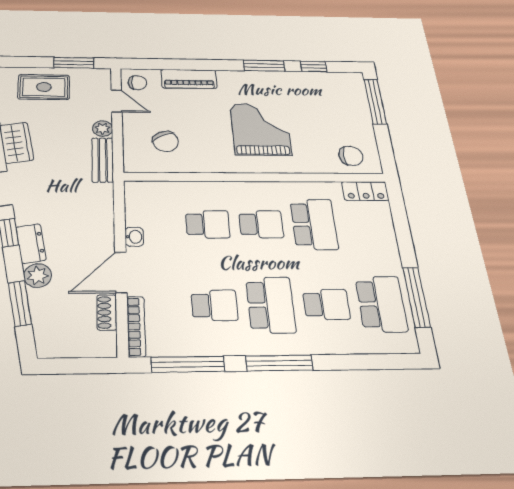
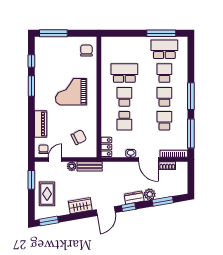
locker: (365, 191) -> (106, 147), moved
school desk: (208, 224) -> (124, 121), turned 180
school desk: (271, 305) -> (164, 97), width x0.54

